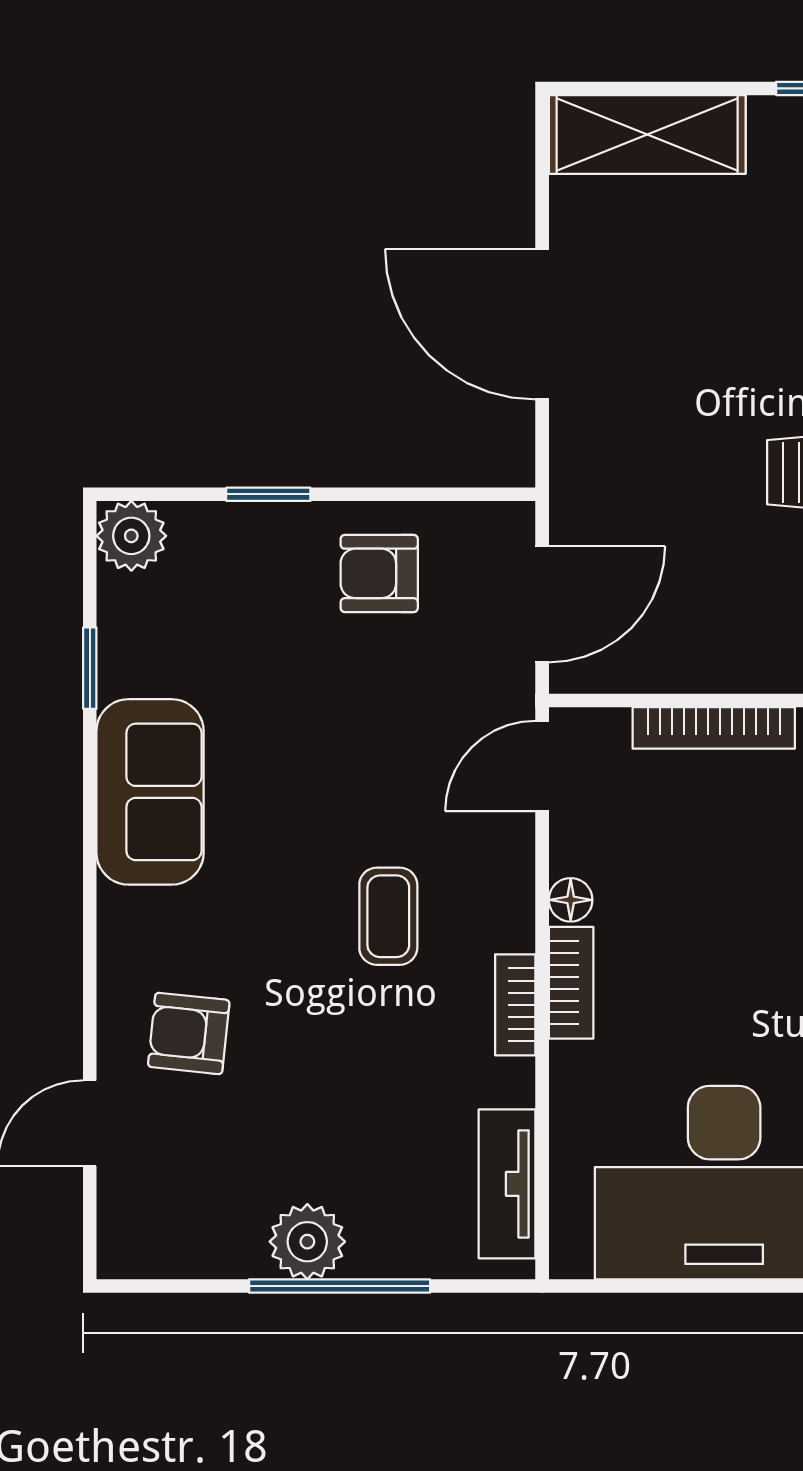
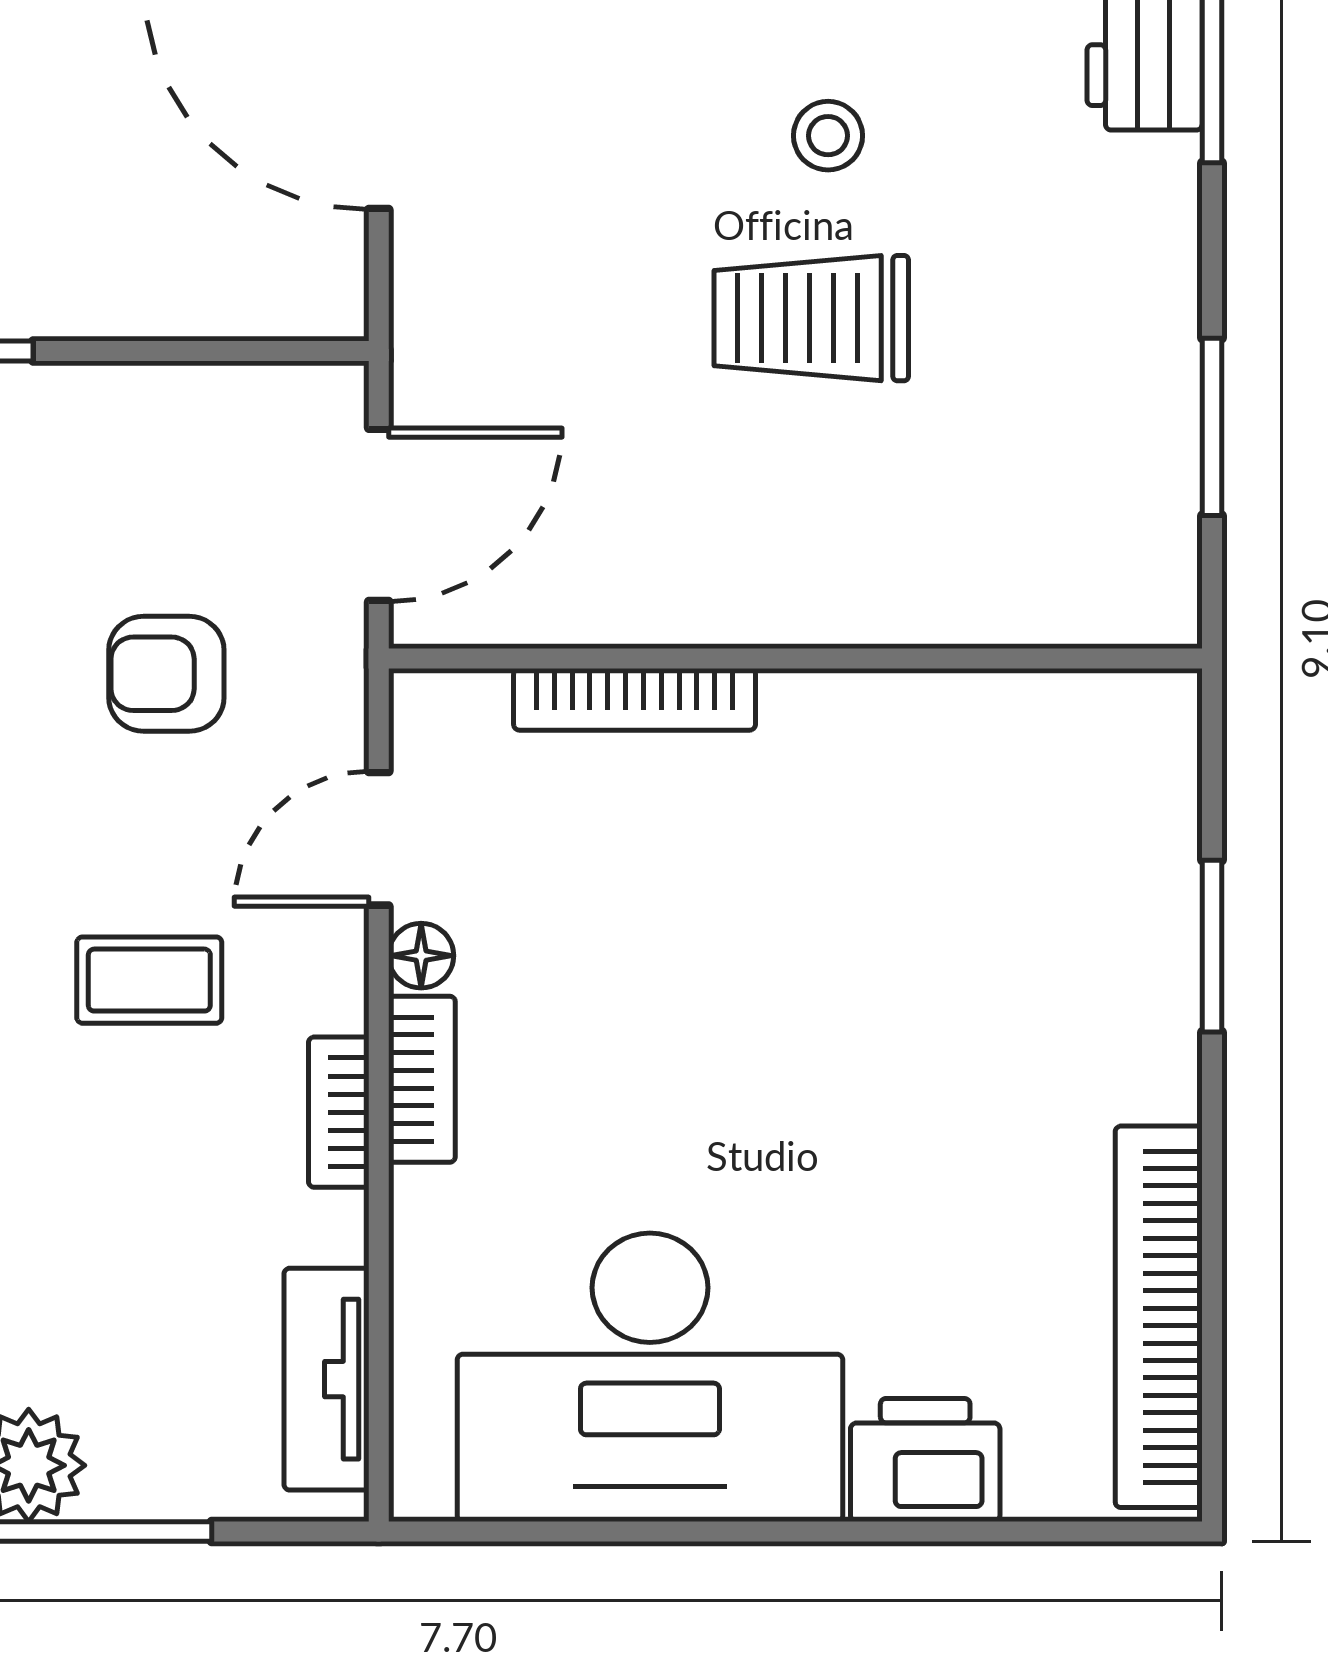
armchair: (379, 573) -> (166, 674), moved
door: (542, 766) -> (379, 839), moved
coffee table: (388, 916) -> (149, 980), turned 90

